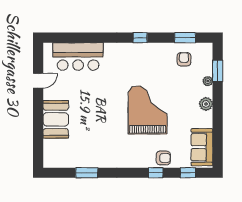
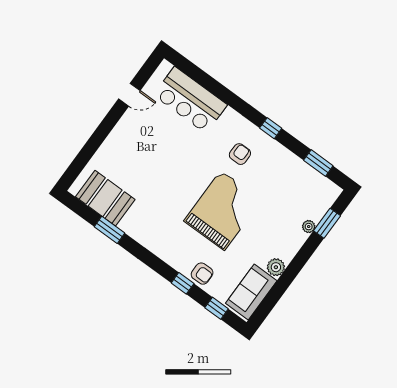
armchair: (184, 59) -> (240, 154), moved
plant: (206, 104) -> (276, 267), moved
booth: (56, 119) -> (105, 198), moved, turned 90

